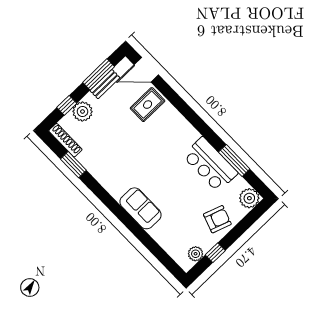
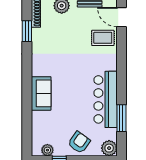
bar counter: (210, 164) -> (106, 99), width x1.36
armchair: (217, 219) -> (79, 142), turned -74

